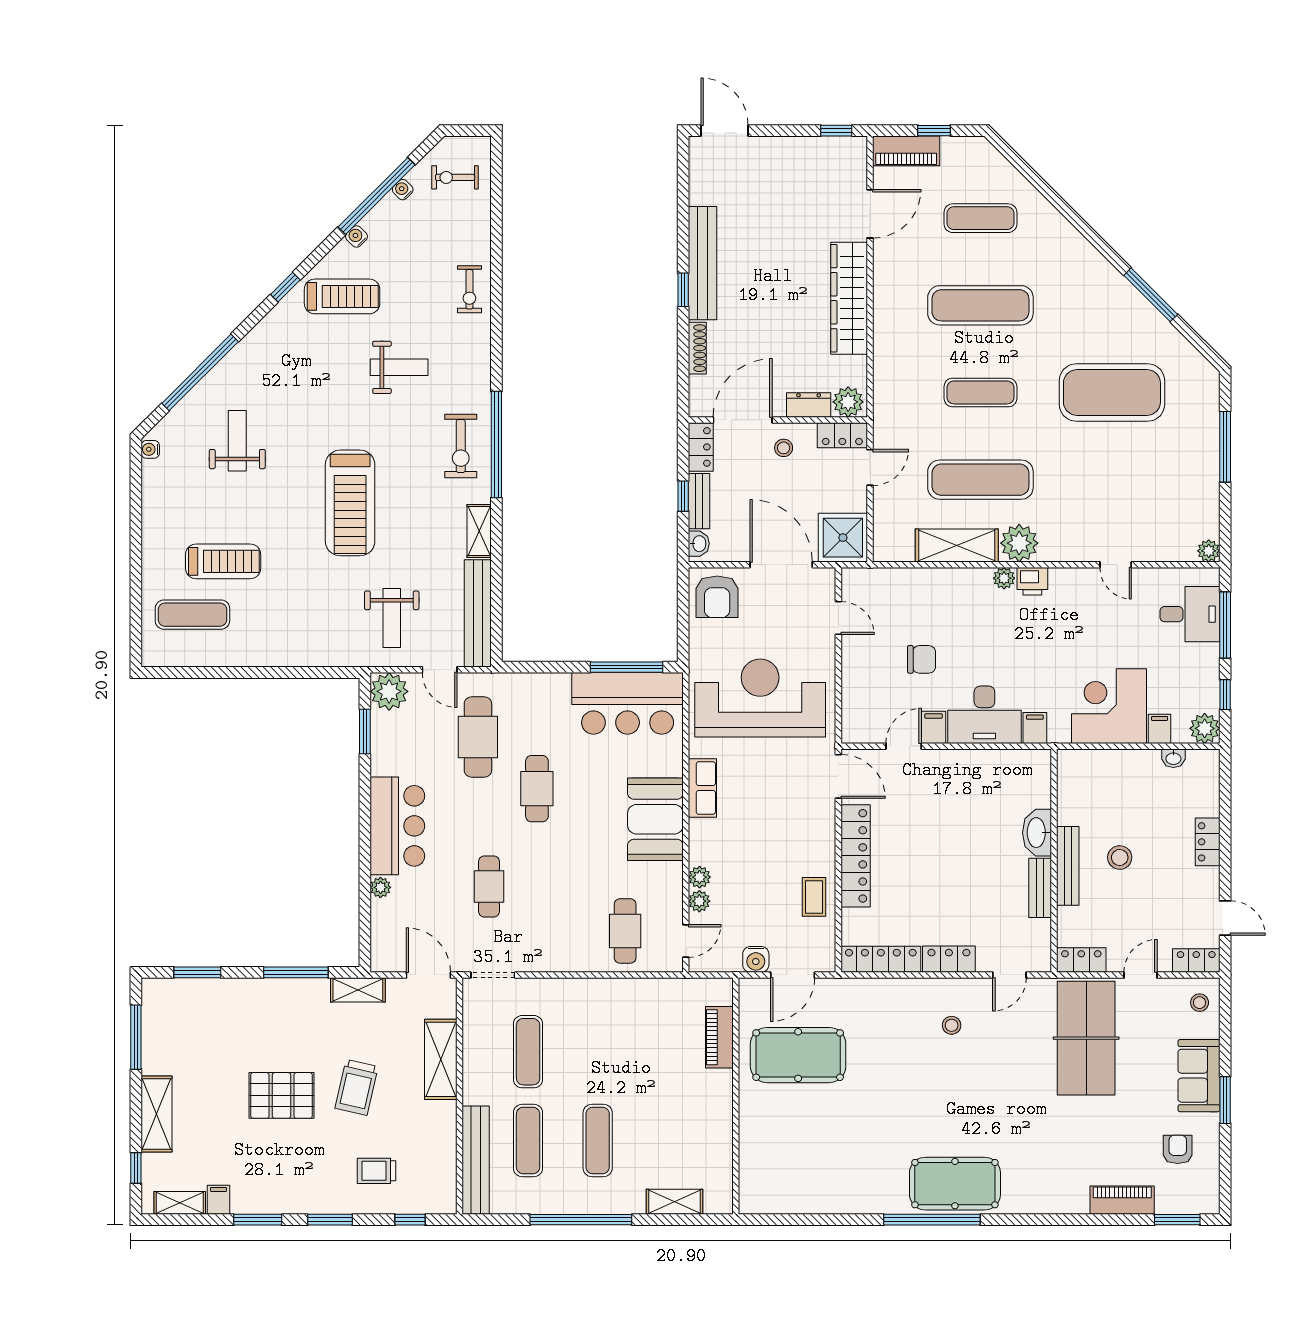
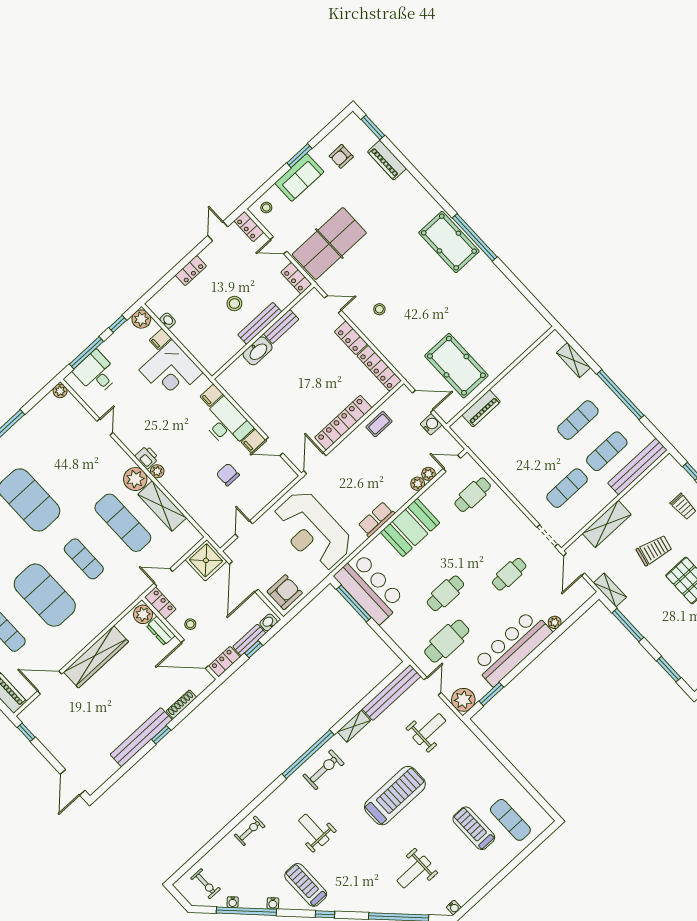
exercise mat: (980, 305) -> (45, 595), width x1.47
bar counter: (397, 826) -> (512, 648), width x1.36

